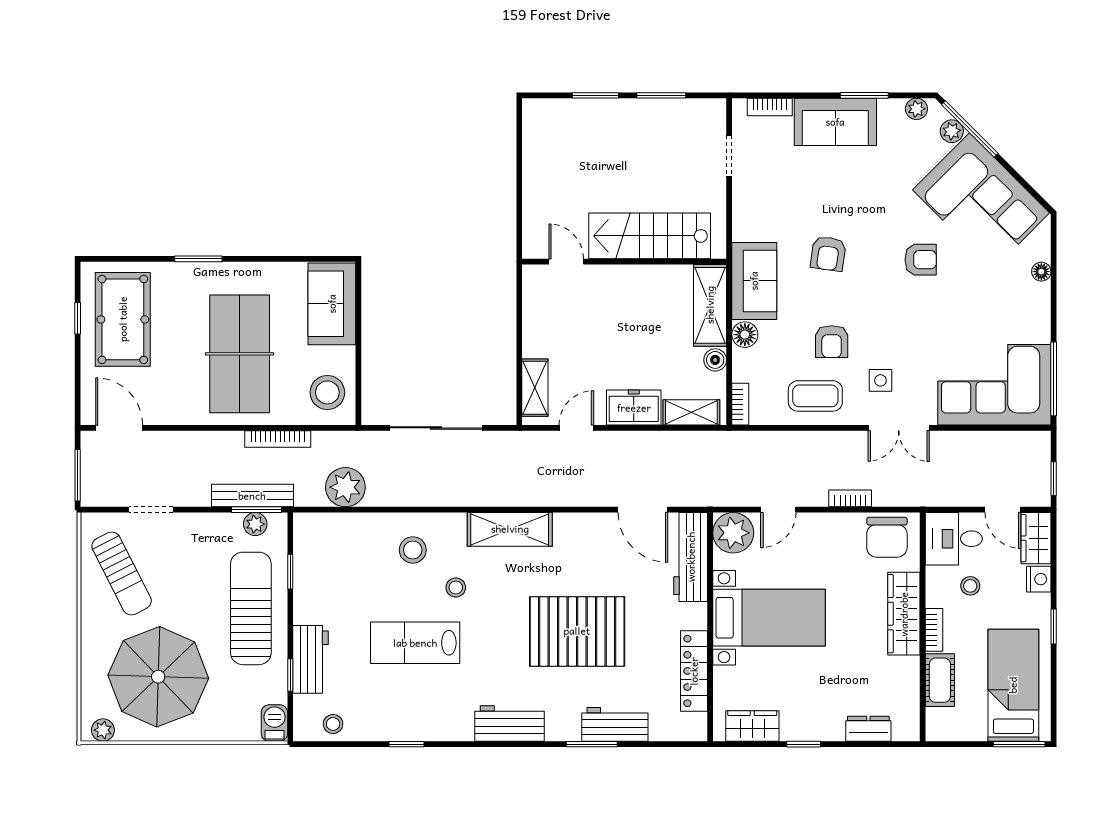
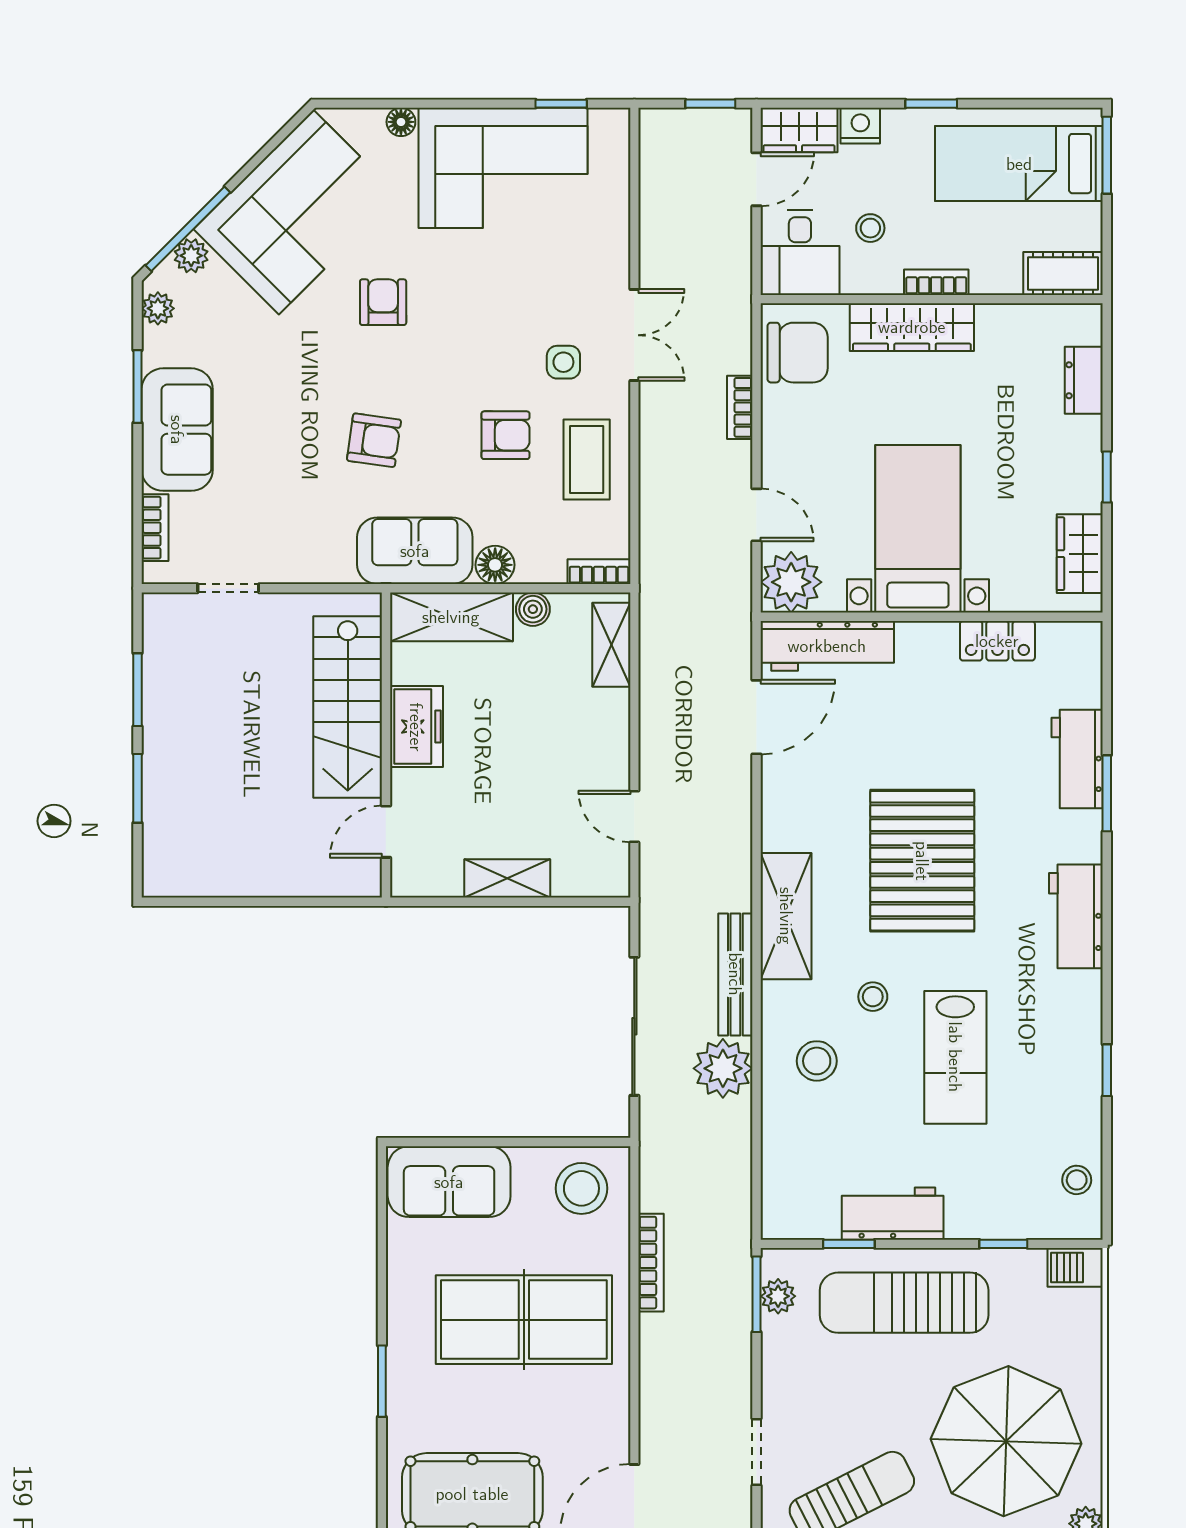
window: (1054, 379) -> (561, 104), width x0.46
corner sofa: (994, 385) -> (503, 168), moved, turned -90
shelving: (535, 388) -> (507, 878), moved
freezer: (634, 408) -> (416, 727), moved, turned 180
plant: (345, 487) -> (723, 1068), moved
bench: (252, 496) -> (735, 974), moved
pallet: (577, 631) -> (922, 861), moved
workbench: (311, 659) -> (893, 1214), moved
locker: (694, 671) -> (997, 641), width x0.66
cot: (940, 680) -> (1063, 273), moved

